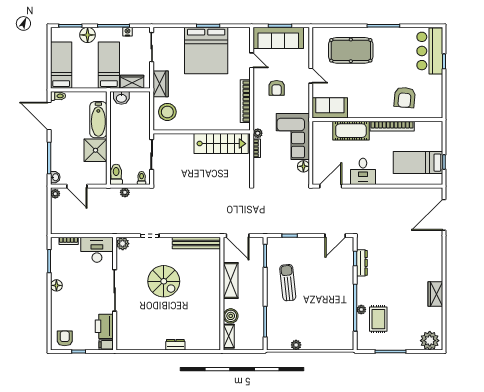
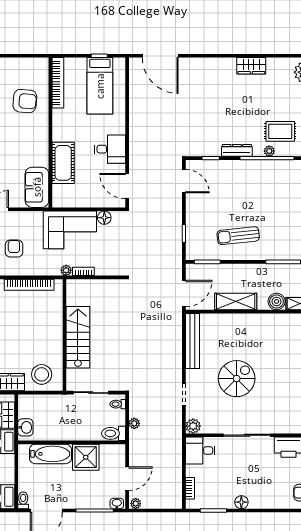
armchair: (277, 88) -> (14, 249), turned -90
bookcase: (392, 126) -> (58, 83), moved
stairs: (221, 144) -> (78, 337), moved
desk: (97, 250) -> (200, 450), width x0.73
dresser: (362, 263) -> (237, 150), moved

